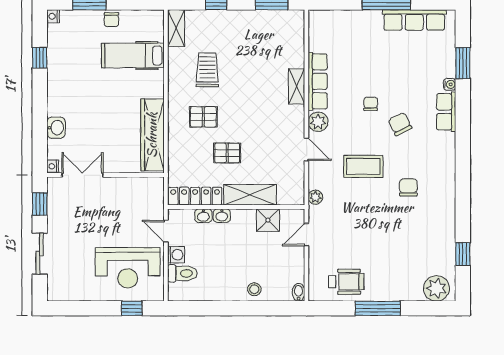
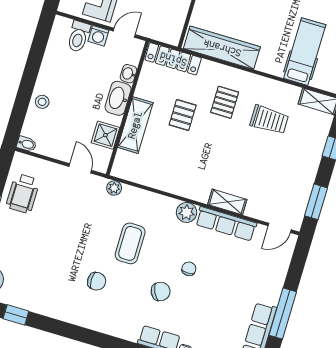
chair: (371, 104) -> (189, 269), turned -90
door: (306, 149) -> (280, 228), moved
locker: (195, 196) -> (173, 59), moved, turned 90
washbasin: (222, 216) -> (118, 98), width x1.91, depth x1.45

